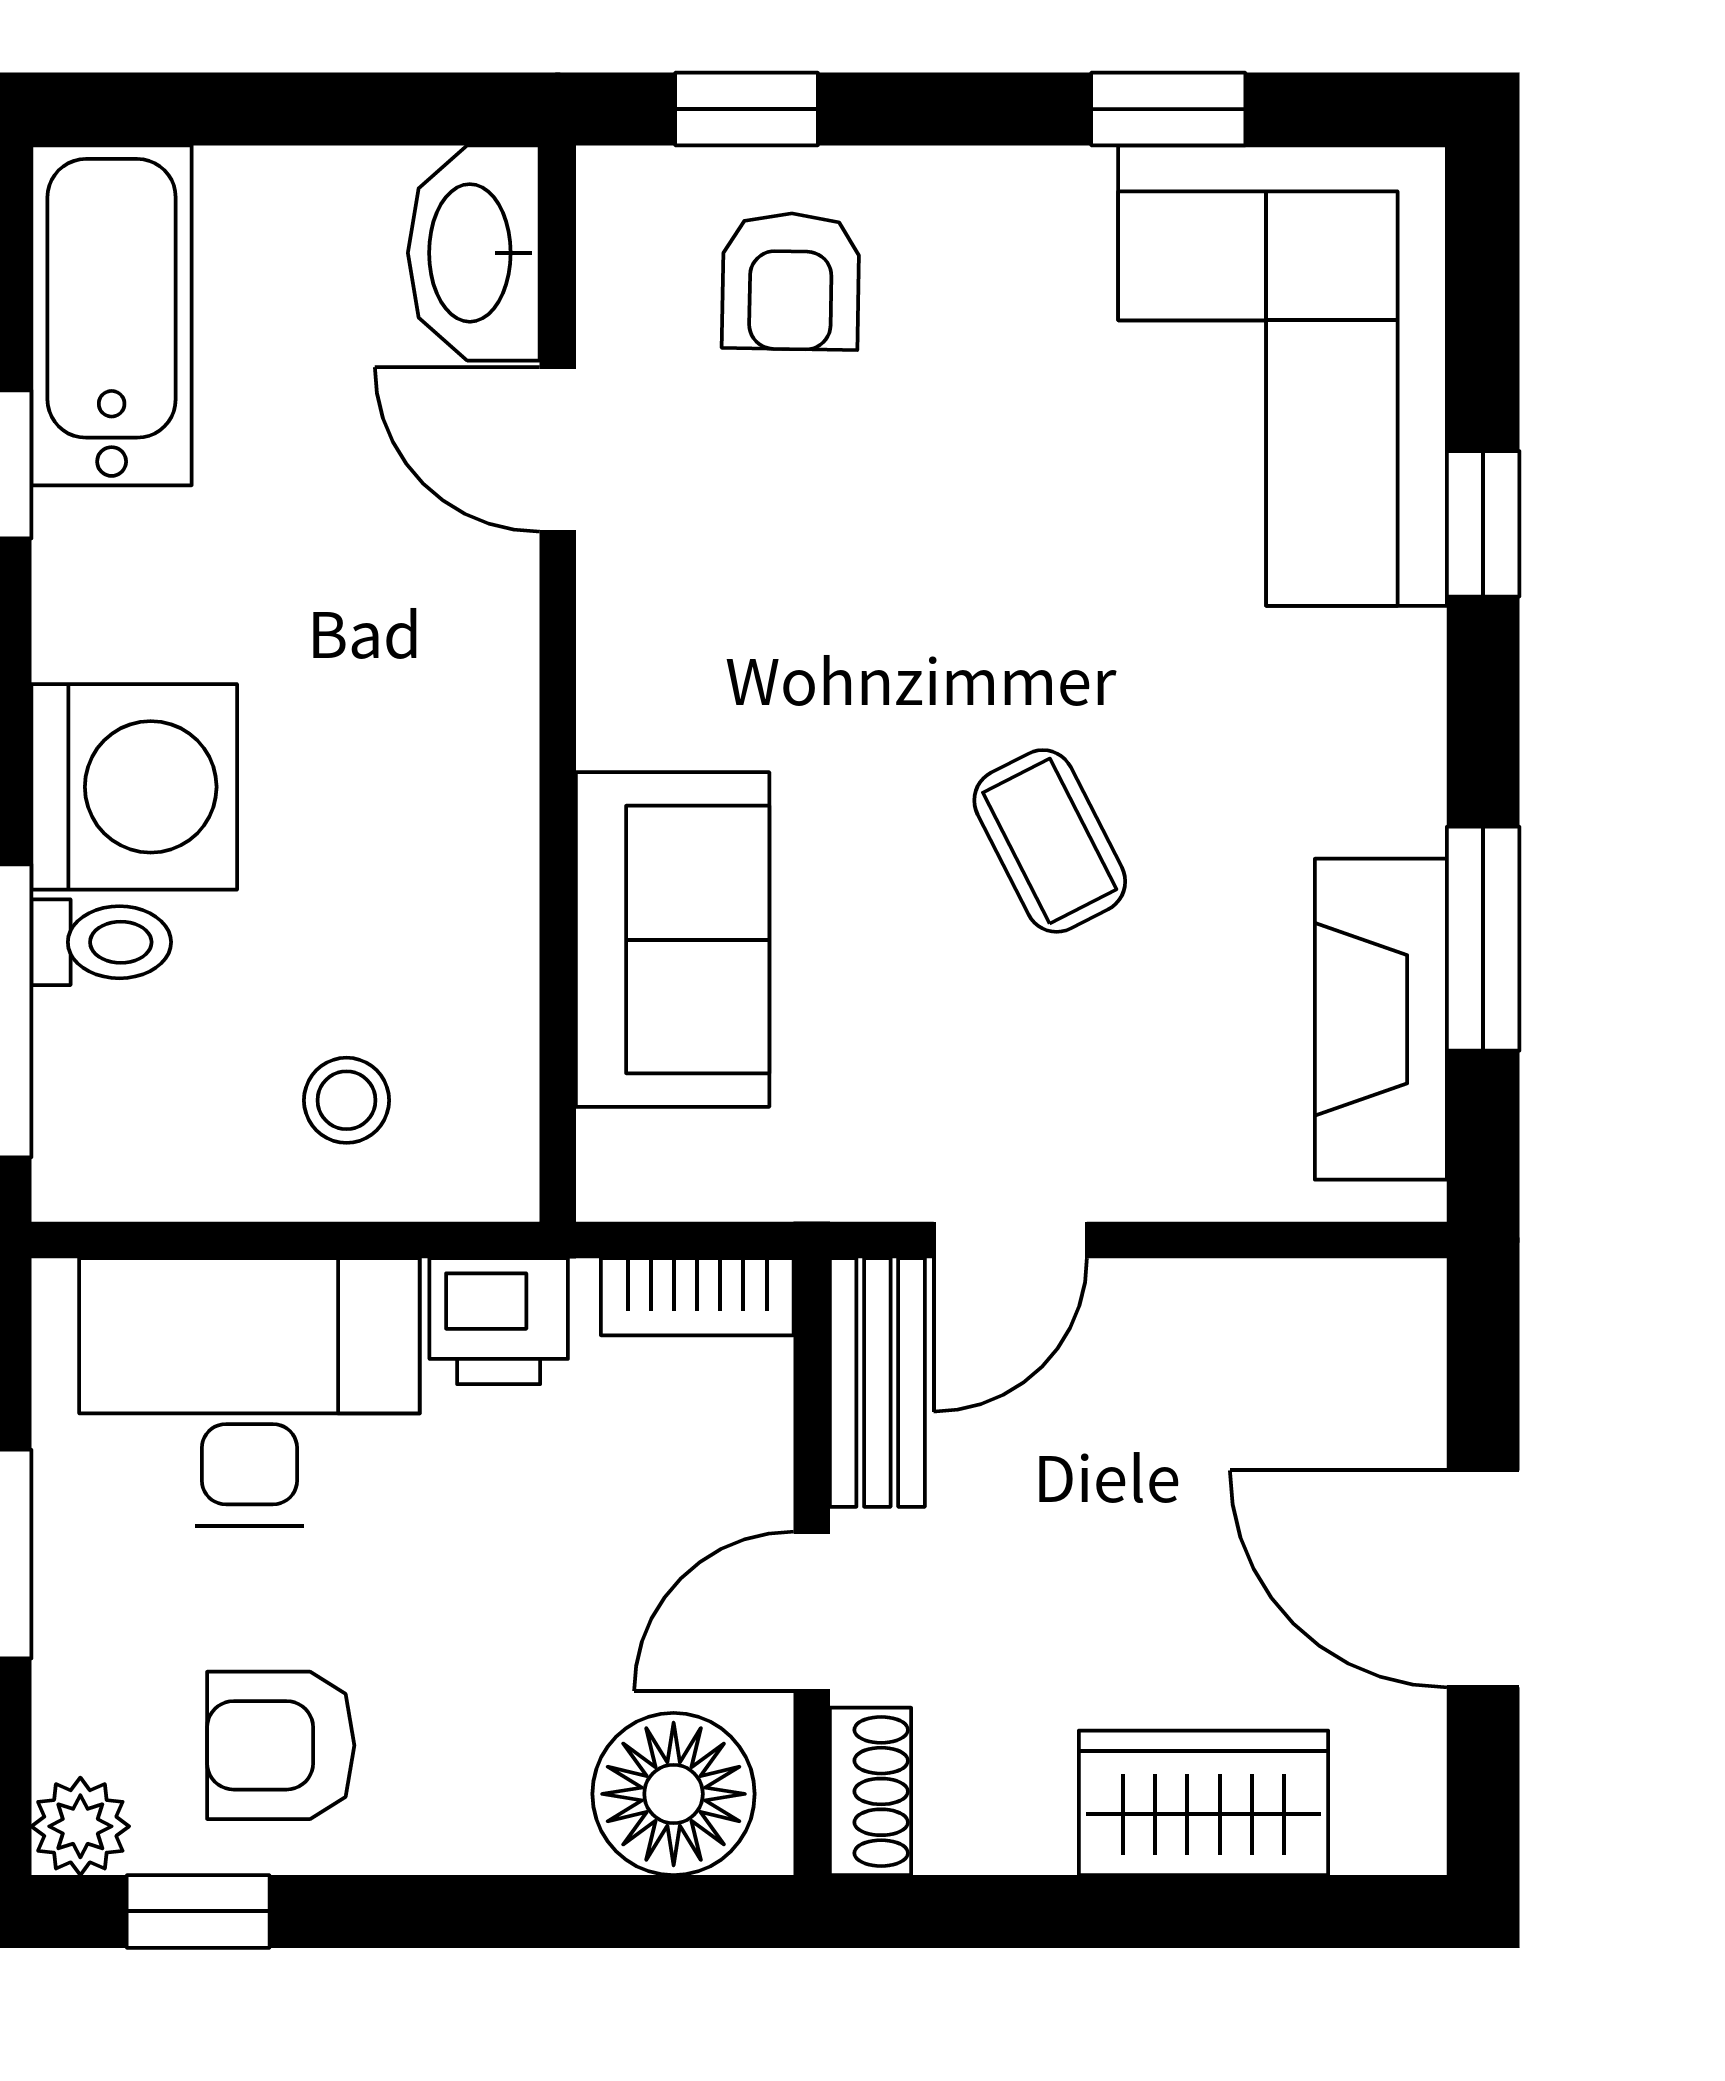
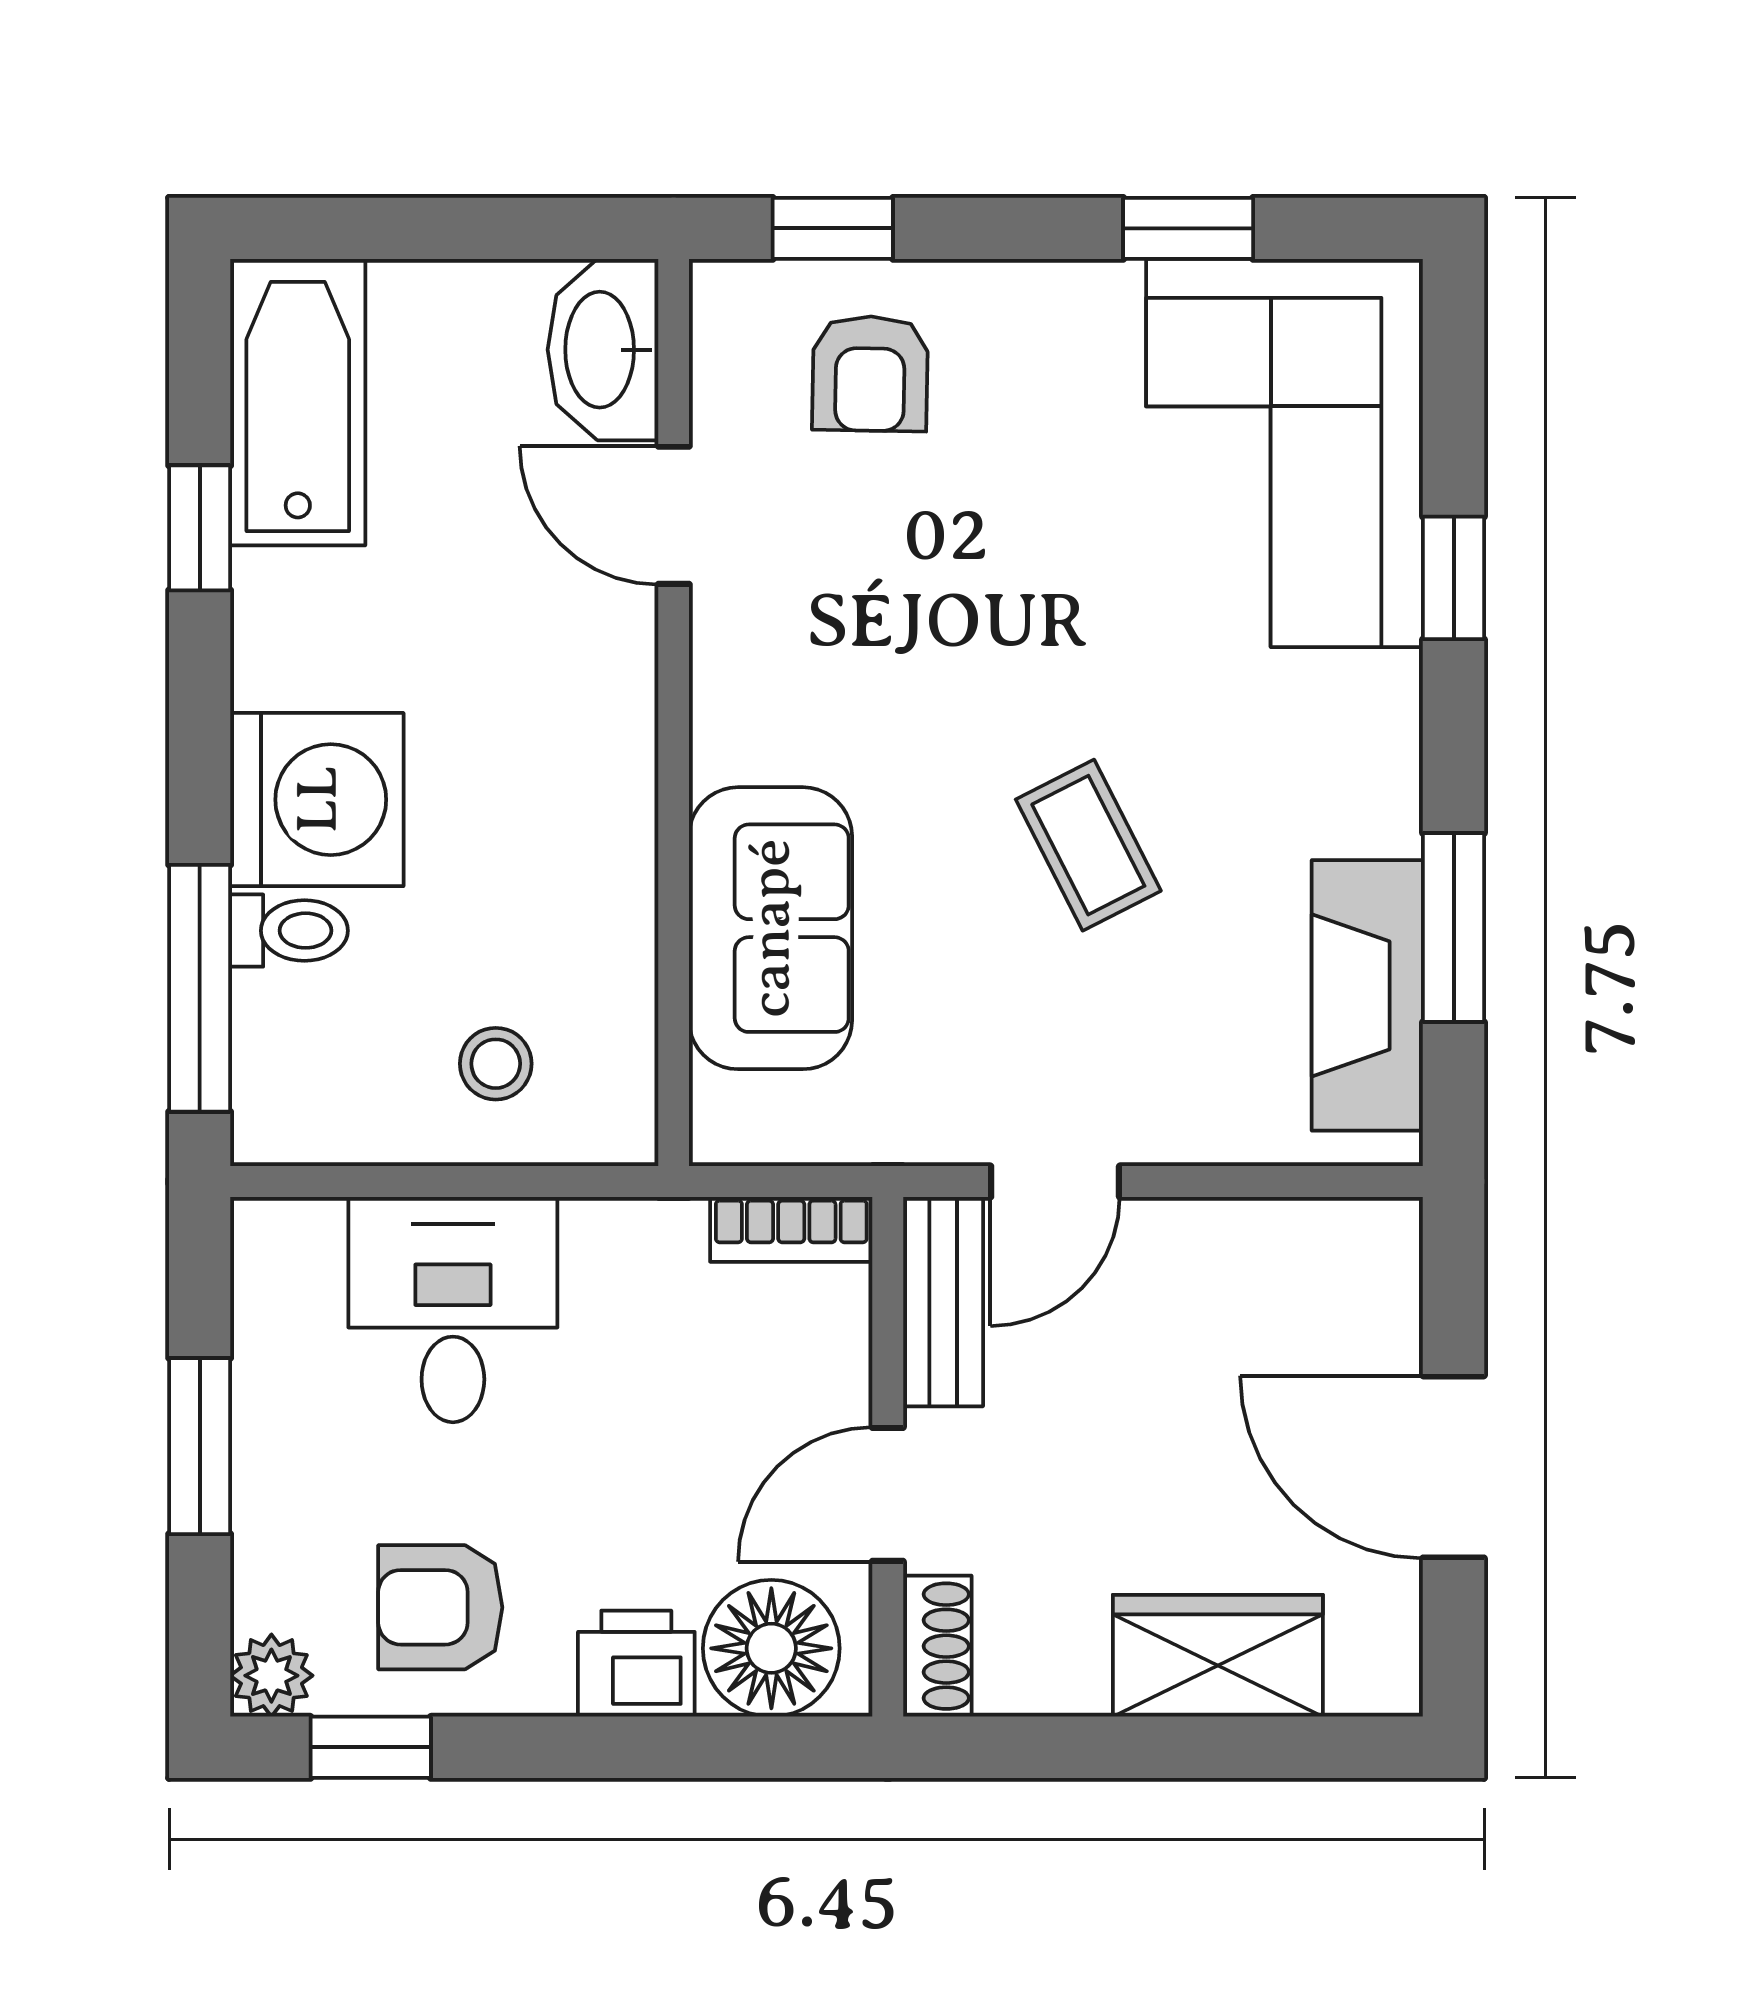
printer: (499, 1321) -> (636, 1664), moved, turned 180
desk: (249, 1392) -> (453, 1310), width x0.73

